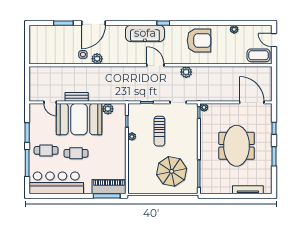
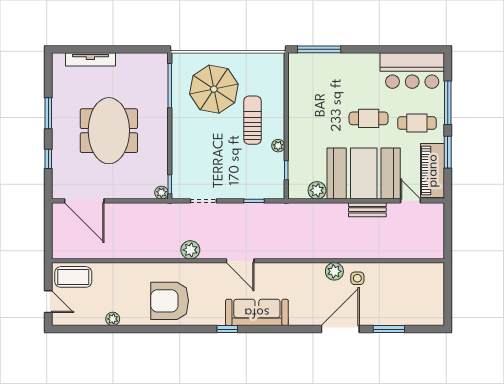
sun lounger: (159, 131) -> (253, 120), moved
bar counter: (56, 183) -> (412, 71), width x0.73
piano: (109, 187) -> (433, 171), moved, turned 90

